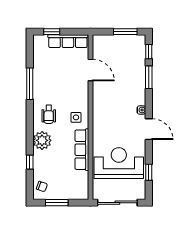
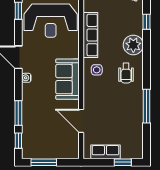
row of seats: (68, 41) -> (105, 152), width x0.68
sofa: (103, 109) -> (67, 79), added
wheelchair: (49, 114) -> (126, 73), turned 180

